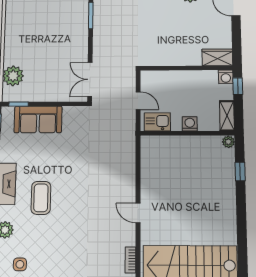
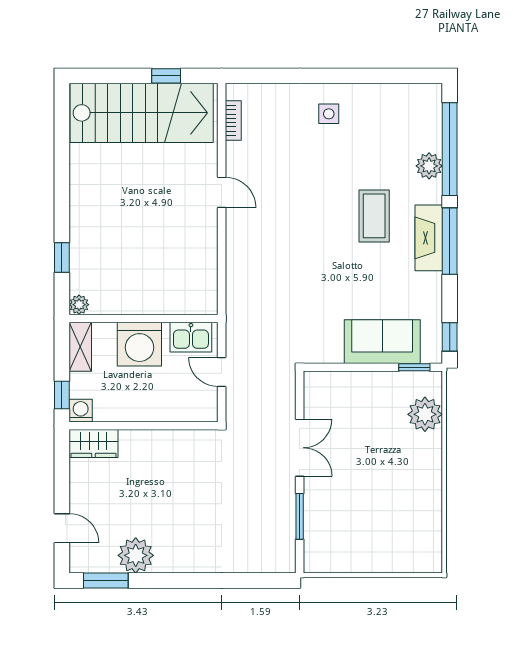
double door: (90, 79) -> (300, 448), moved
washing machine: (190, 124) -> (139, 344), width x1.89, depth x1.89
side table: (20, 264) -> (329, 114), moved

